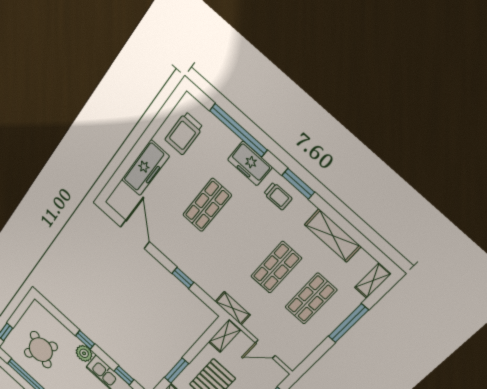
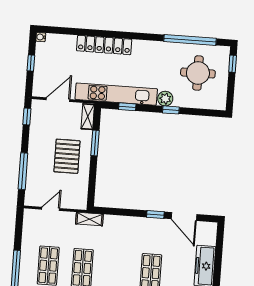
window: (183, 278) -> (155, 214), moved
shelving: (225, 336) -> (81, 196), removed
round table: (41, 350) -> (198, 73), turned -30

